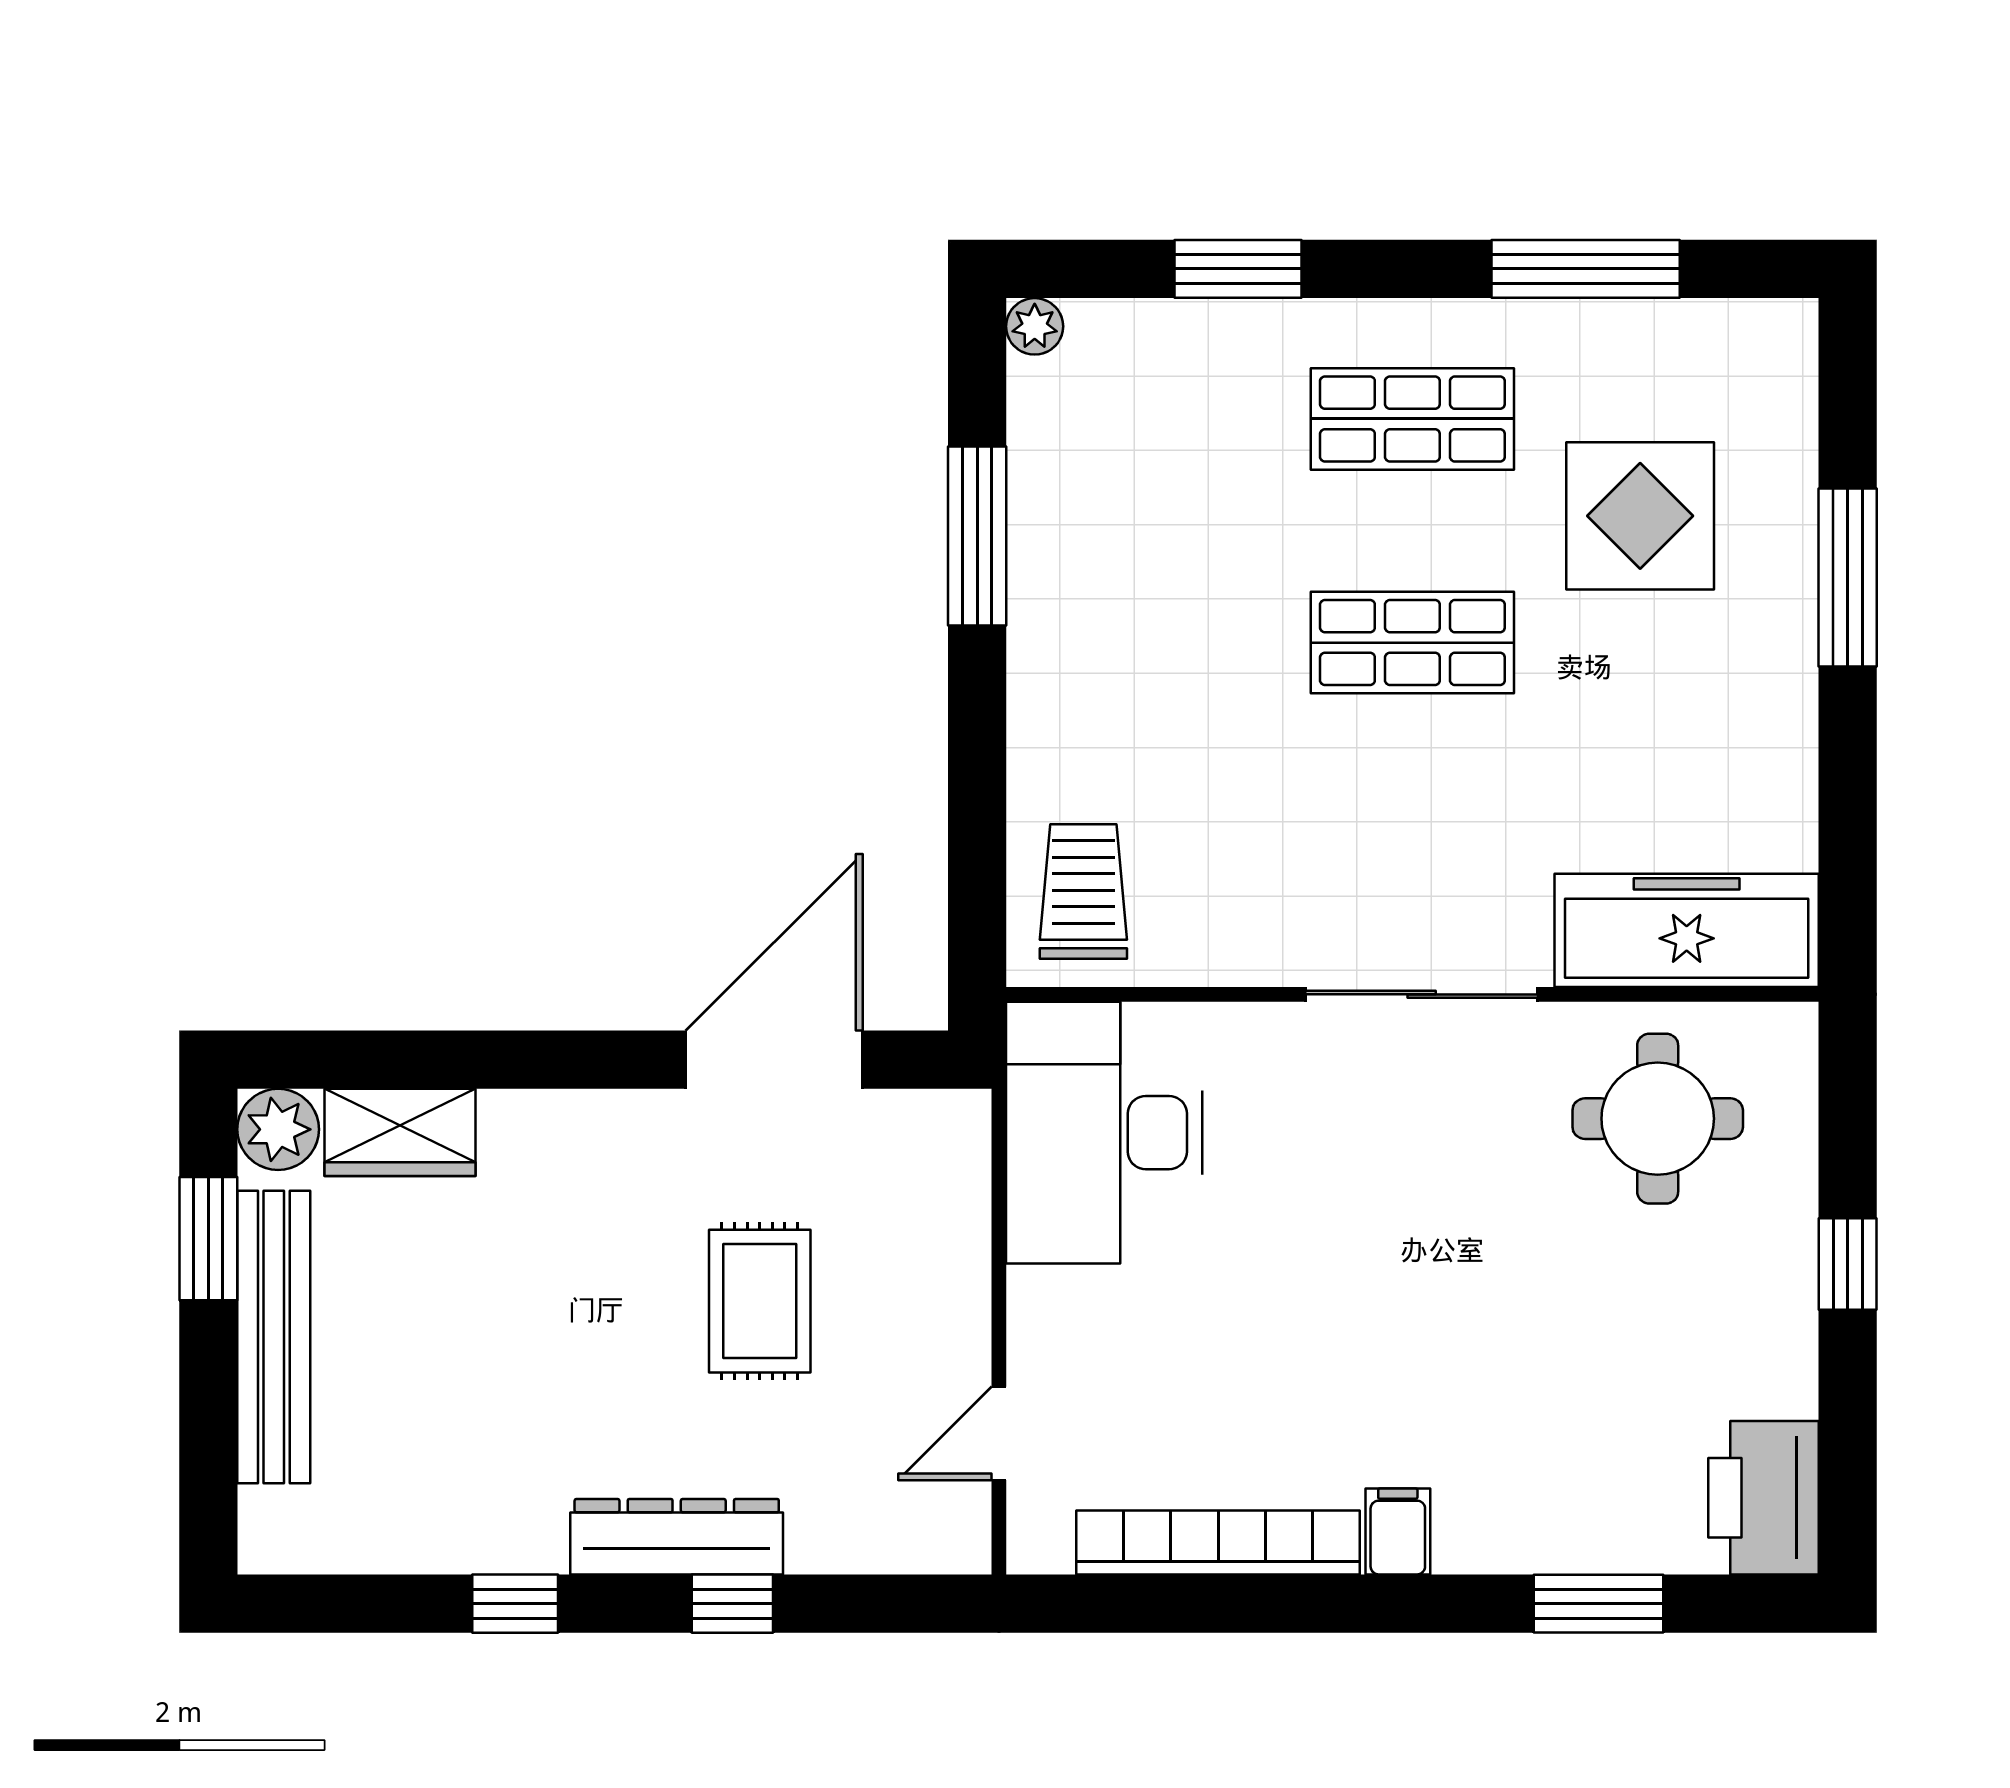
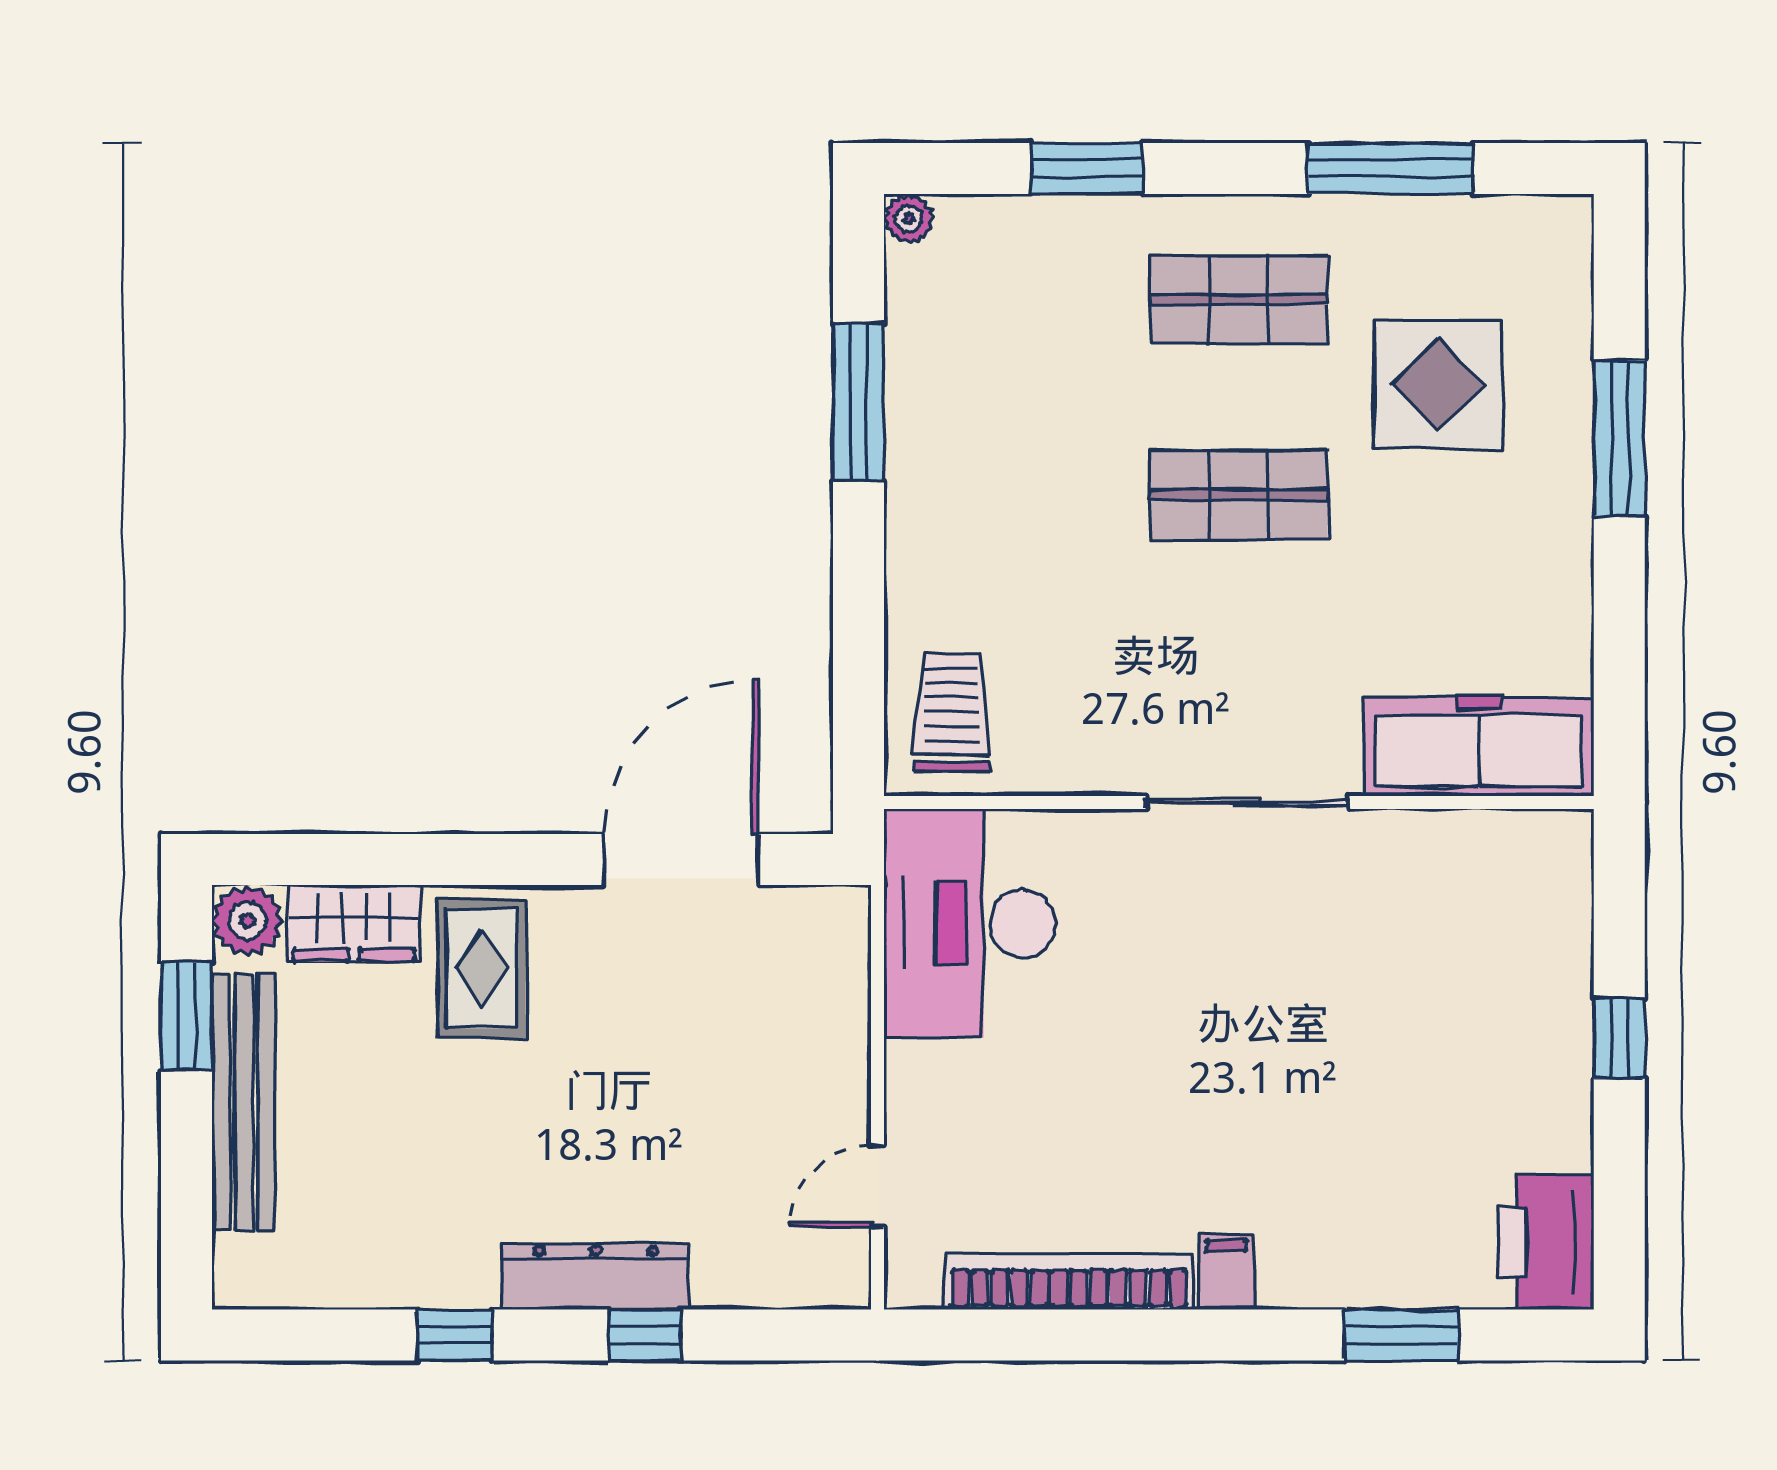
round table: (1658, 1119) -> (1453, 911), removed
rug: (760, 1301) -> (482, 968), moved

